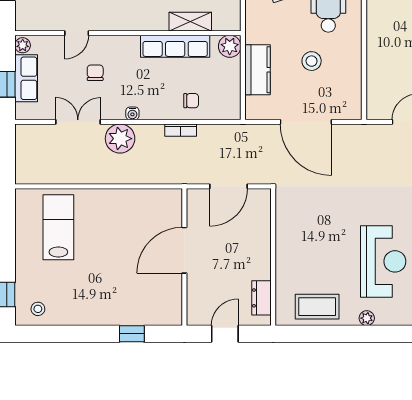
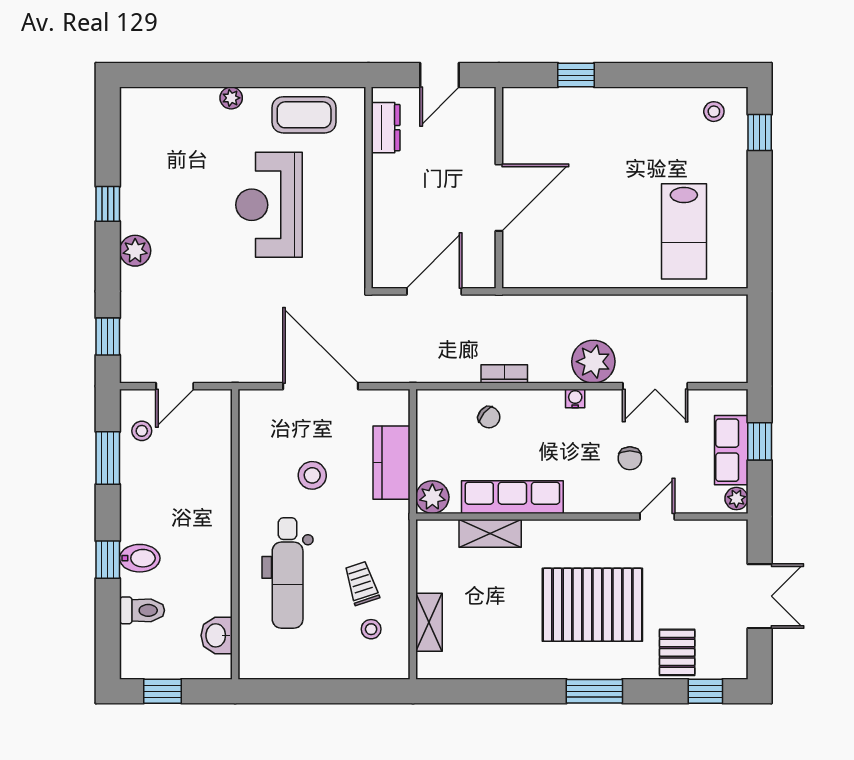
chair: (191, 101) -> (489, 417), turned -140
reception desk: (383, 261) -> (269, 205), moved

